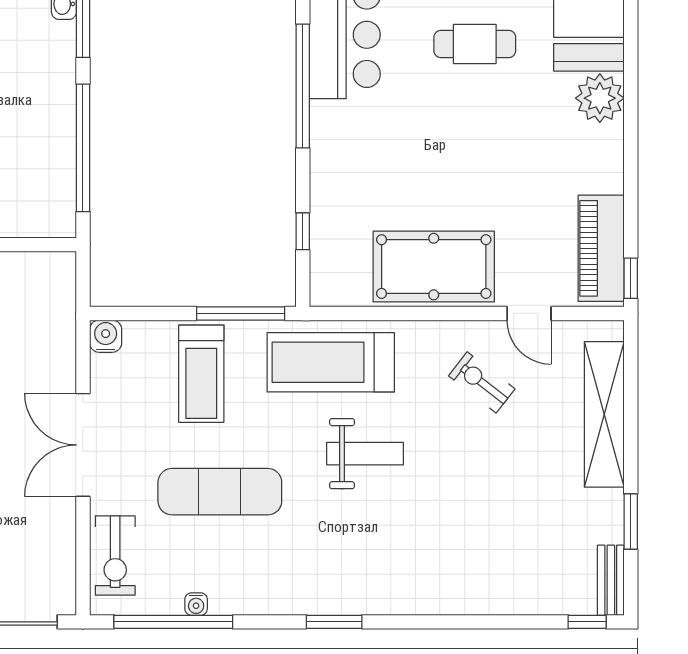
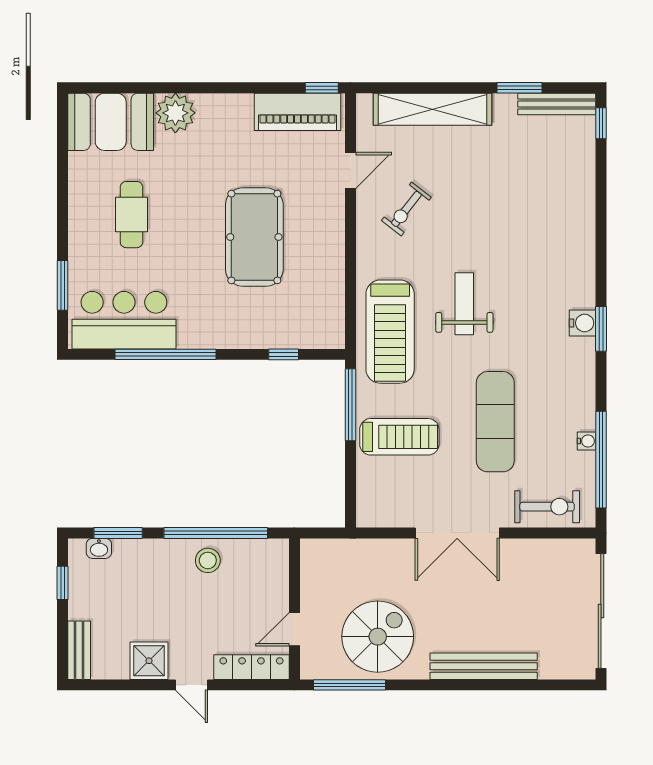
stool: (49, 138) -> (208, 560), added
pool table: (434, 267) -> (254, 237), moved
water cooler: (106, 336) -> (583, 323), moved, turned 180
bench: (611, 580) -> (557, 104), width x1.36

